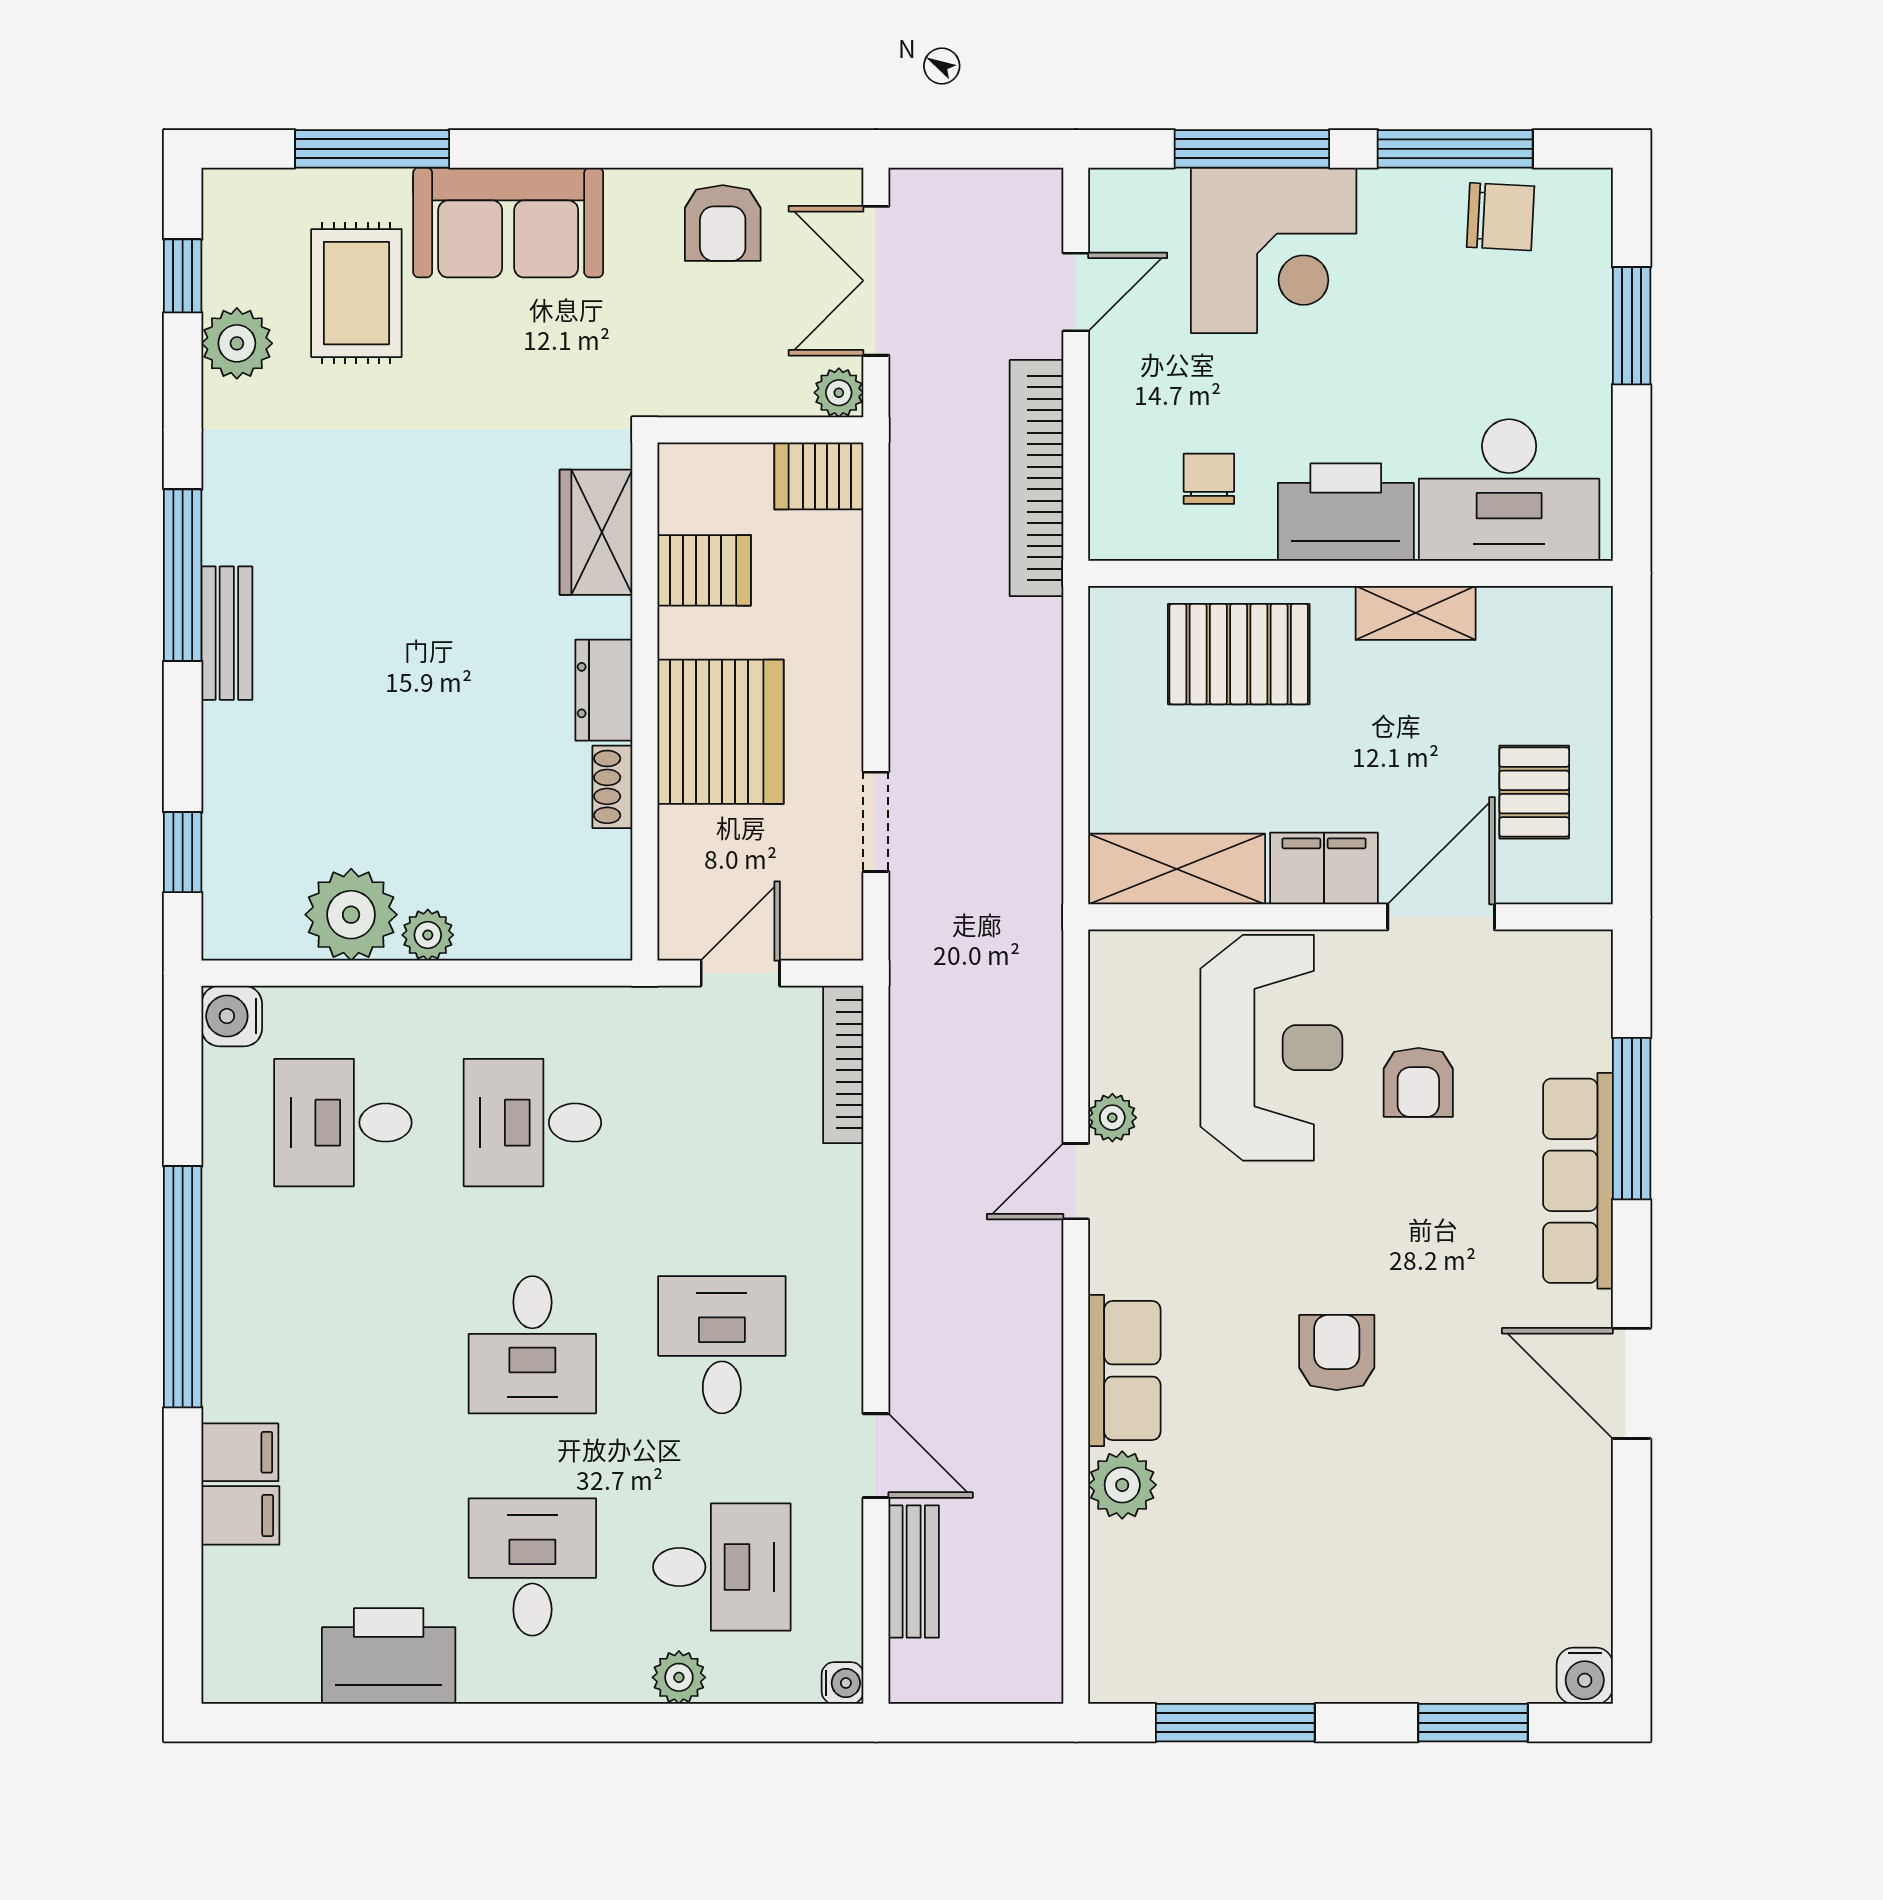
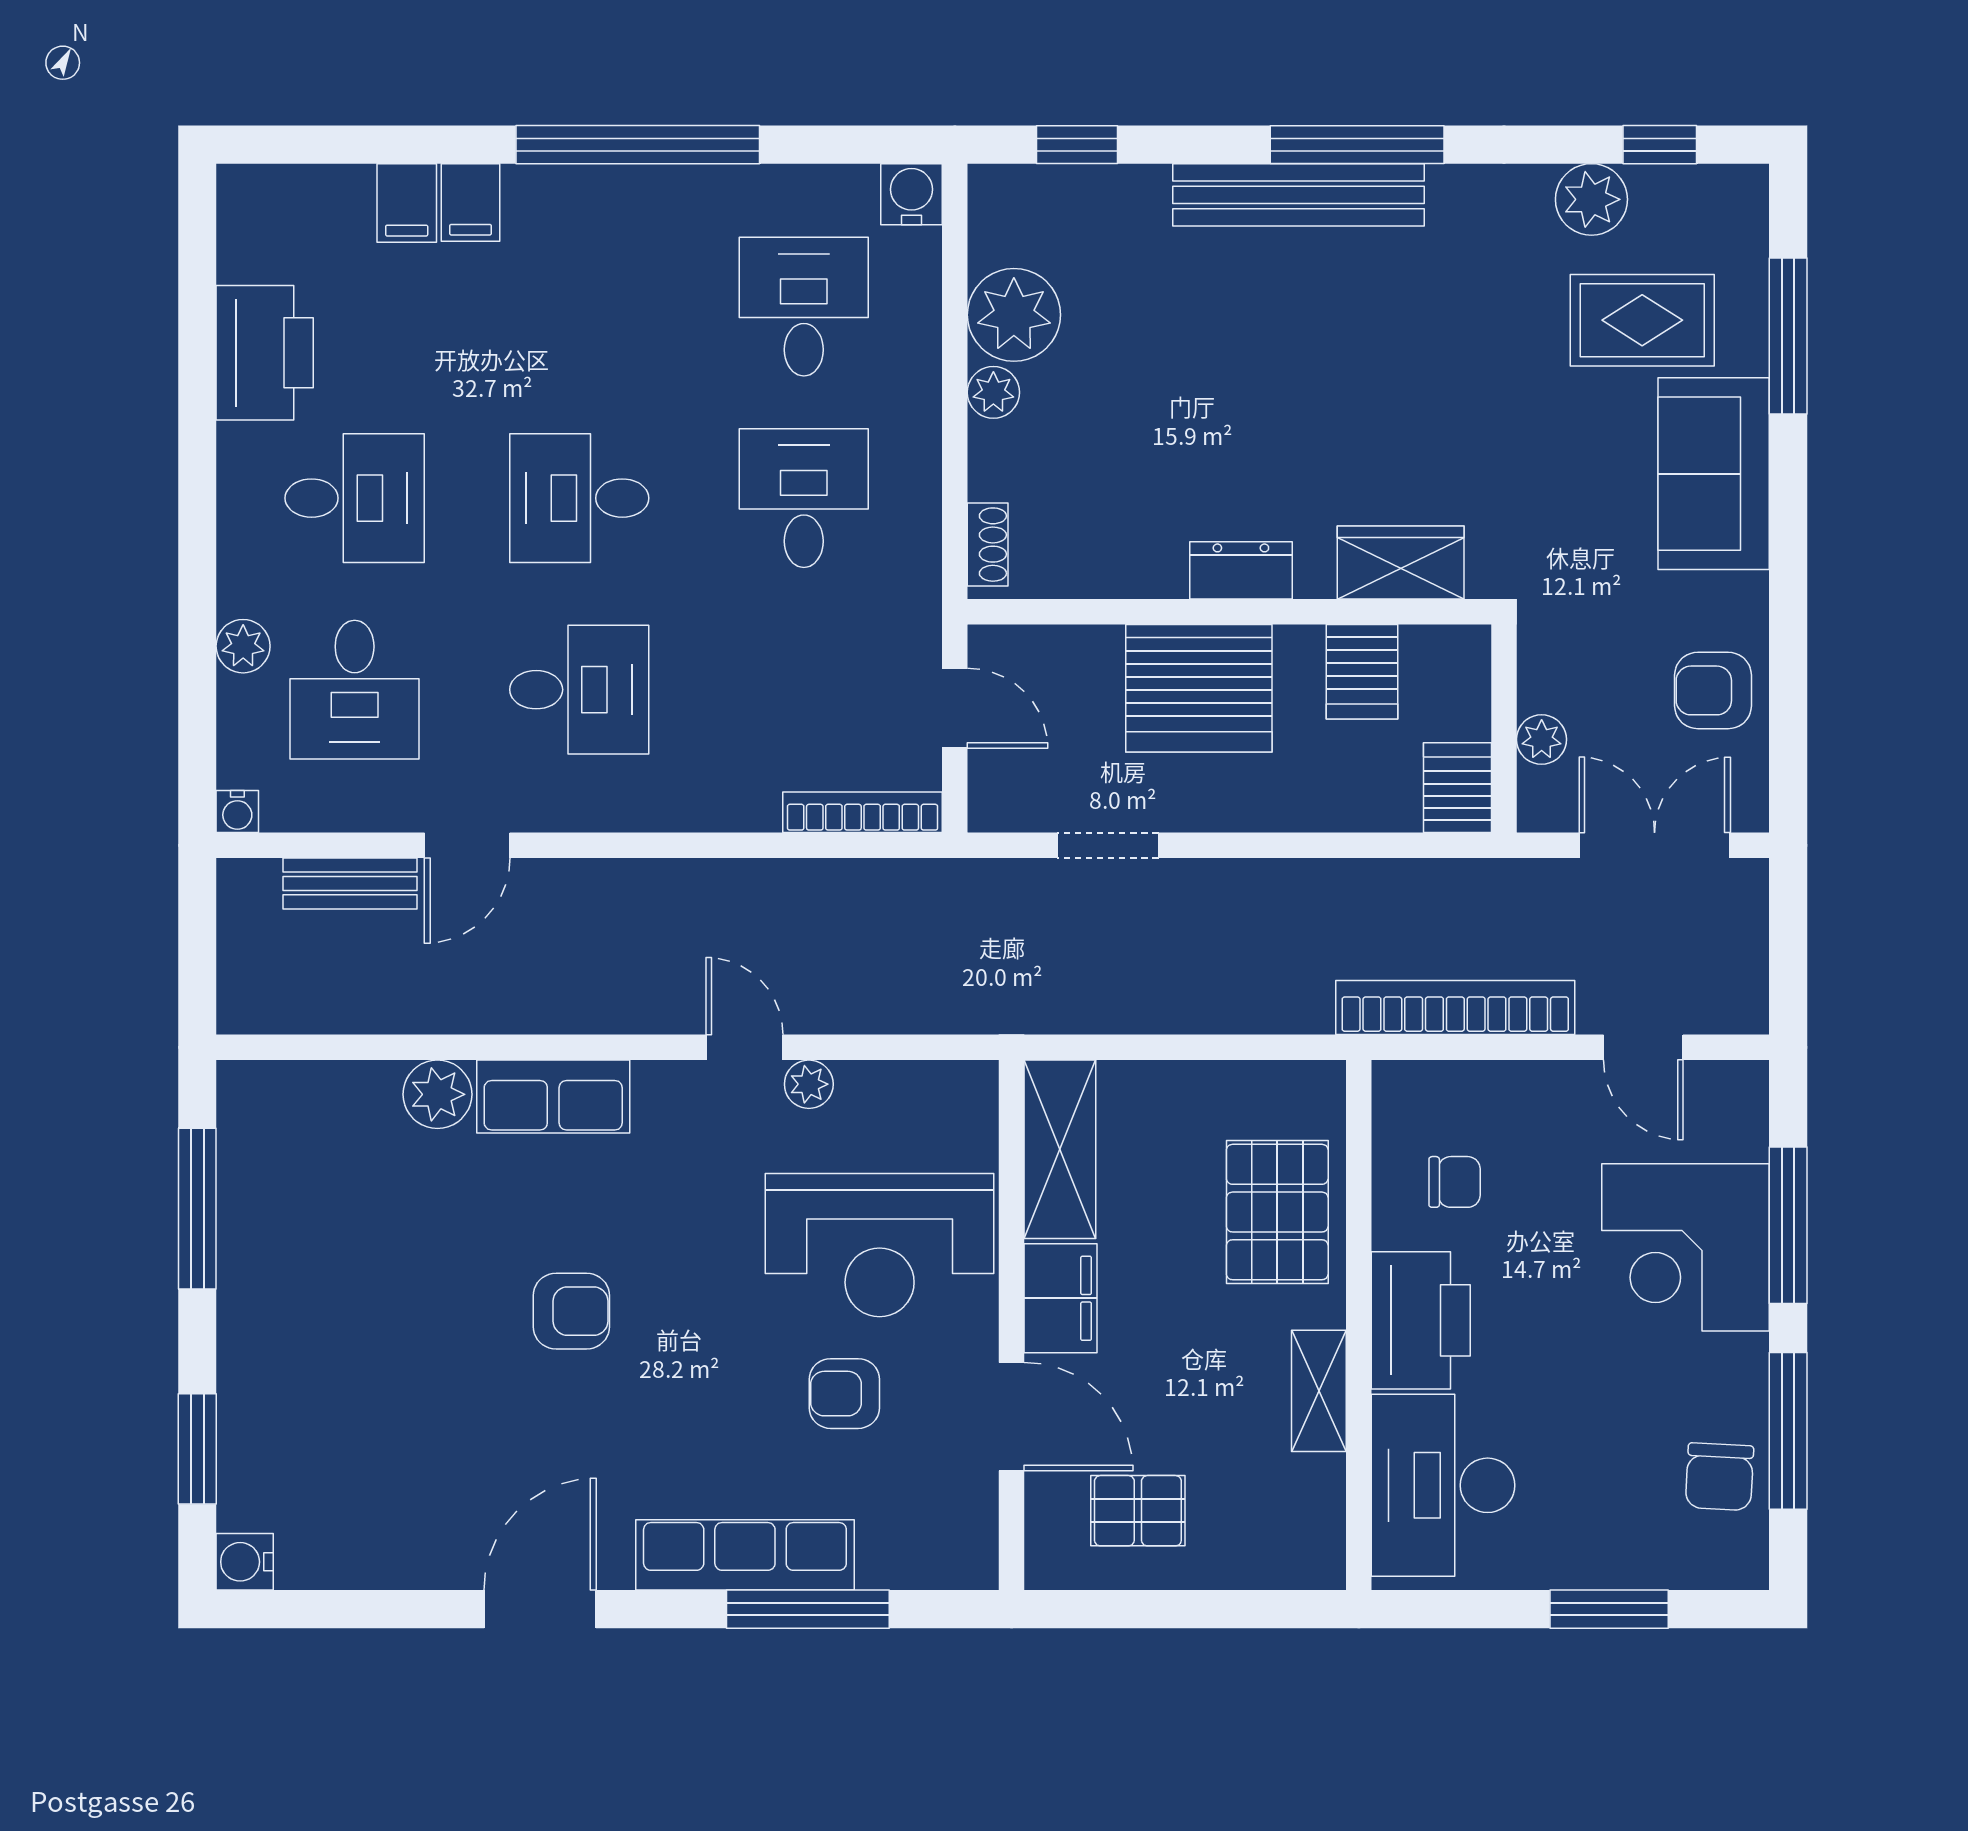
plant: (839, 393) -> (1542, 739), moved
bench: (227, 633) -> (1299, 195), width x1.86, depth x1.21
shoe rack: (612, 787) -> (988, 545), moved, turned 90

